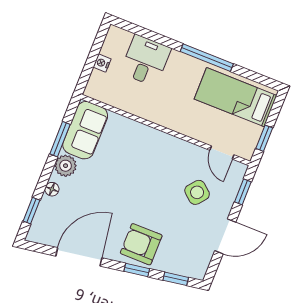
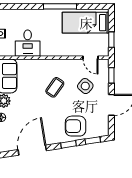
desk: (146, 61) -> (28, 43), moved, turned 180
coffee table: (150, 176) -> (55, 87), added
armchair: (141, 244) -> (76, 126), moved

